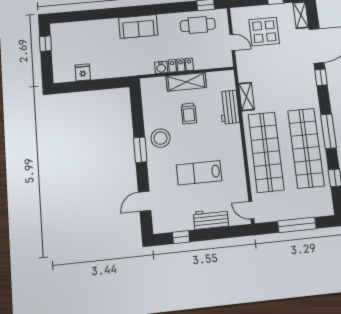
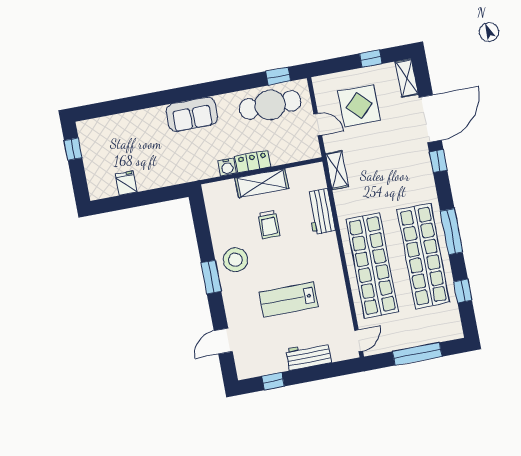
cafe table: (198, 25) -> (270, 105), width x1.37, depth x1.35
shelving: (247, 97) -> (337, 170), moved
door: (251, 210) -> (359, 341), swing flipped

